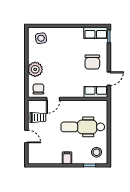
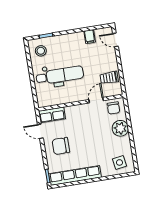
row of seats: (96, 33) -> (75, 175), width x2.02
chair: (92, 62) -> (61, 146), turned -90
door: (109, 79) -> (40, 131), hinge flipped
door: (26, 136) -> (115, 40), moved
filing cabinet: (67, 158) -> (90, 37), moved

